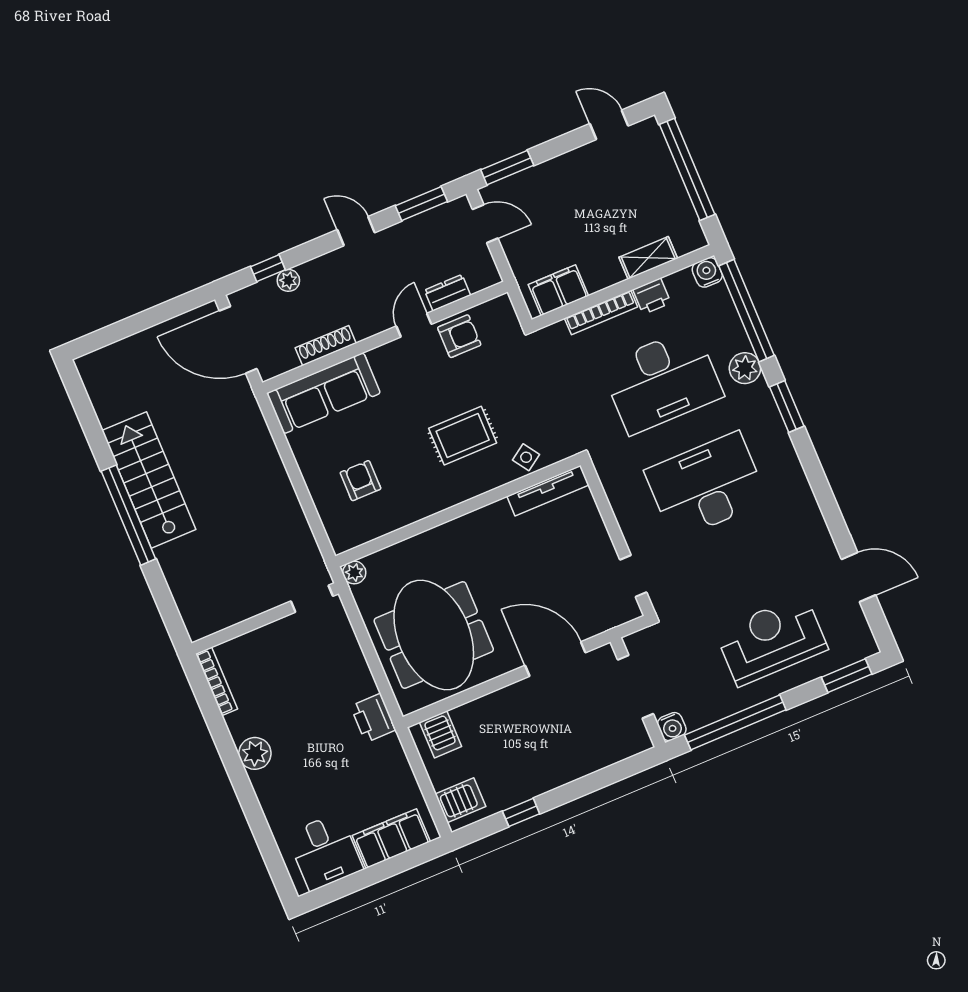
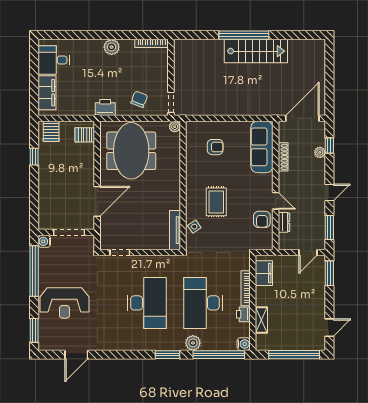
meeting table: (434, 635) -> (131, 151), turned 90
reception desk: (771, 640) -> (64, 303), turned 90
chair: (331, 661) -> (139, 99), added

